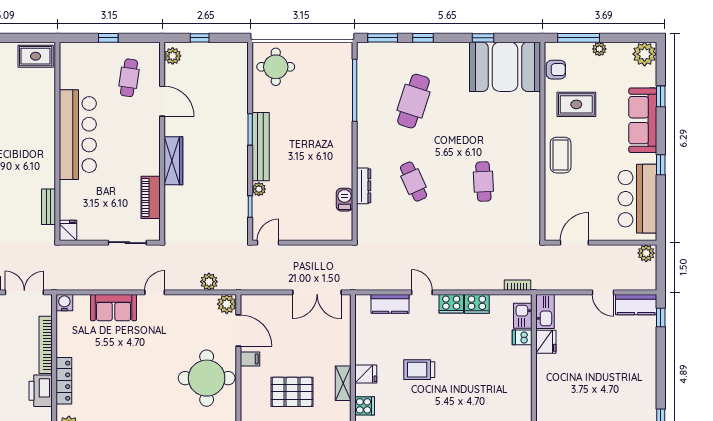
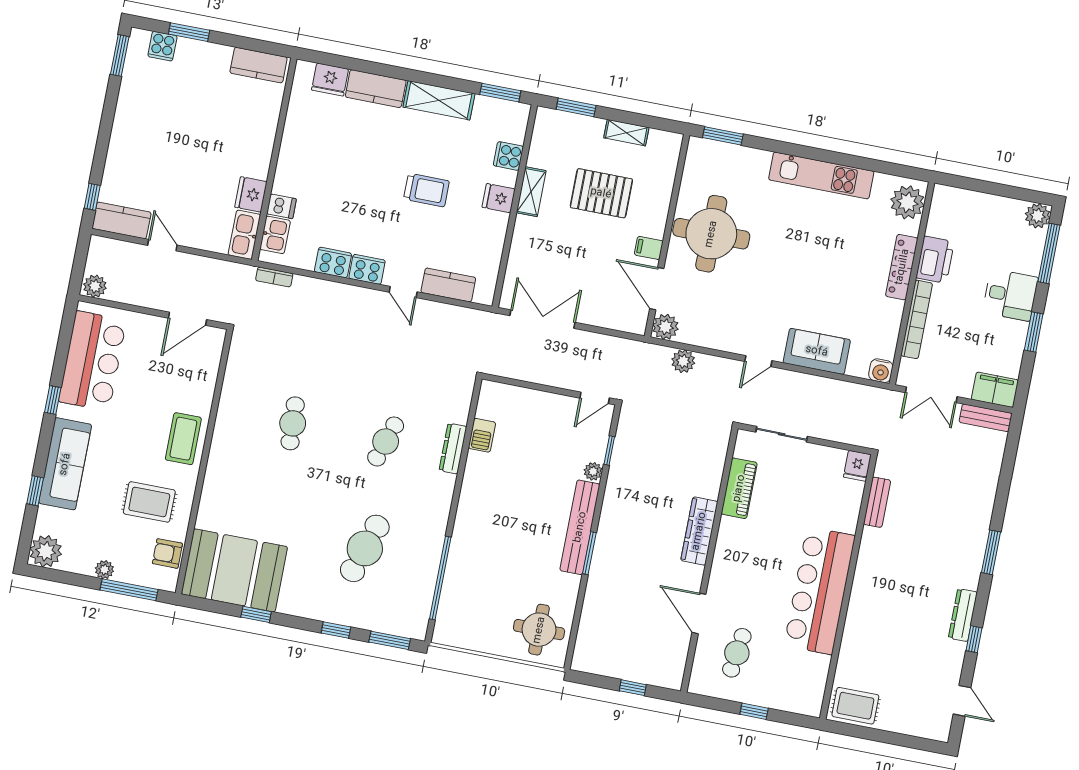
plant: (173, 56) -> (673, 671), removed
cafe table: (413, 182) -> (386, 441), turned 42

